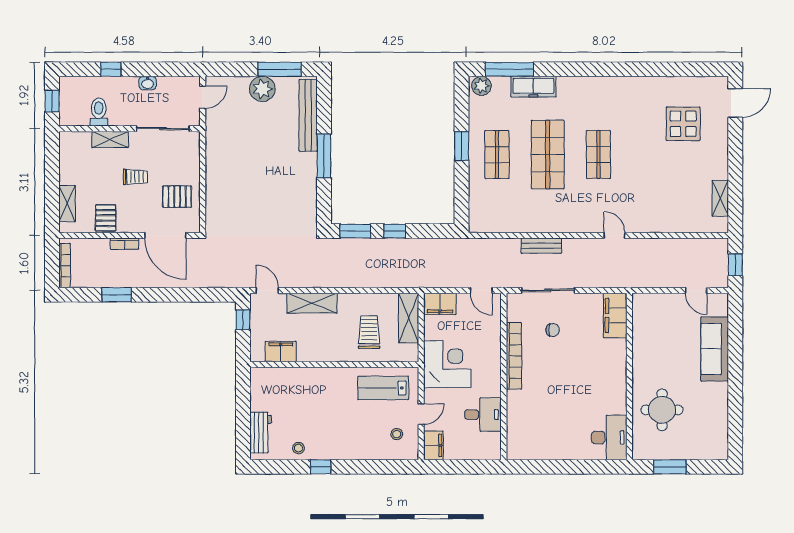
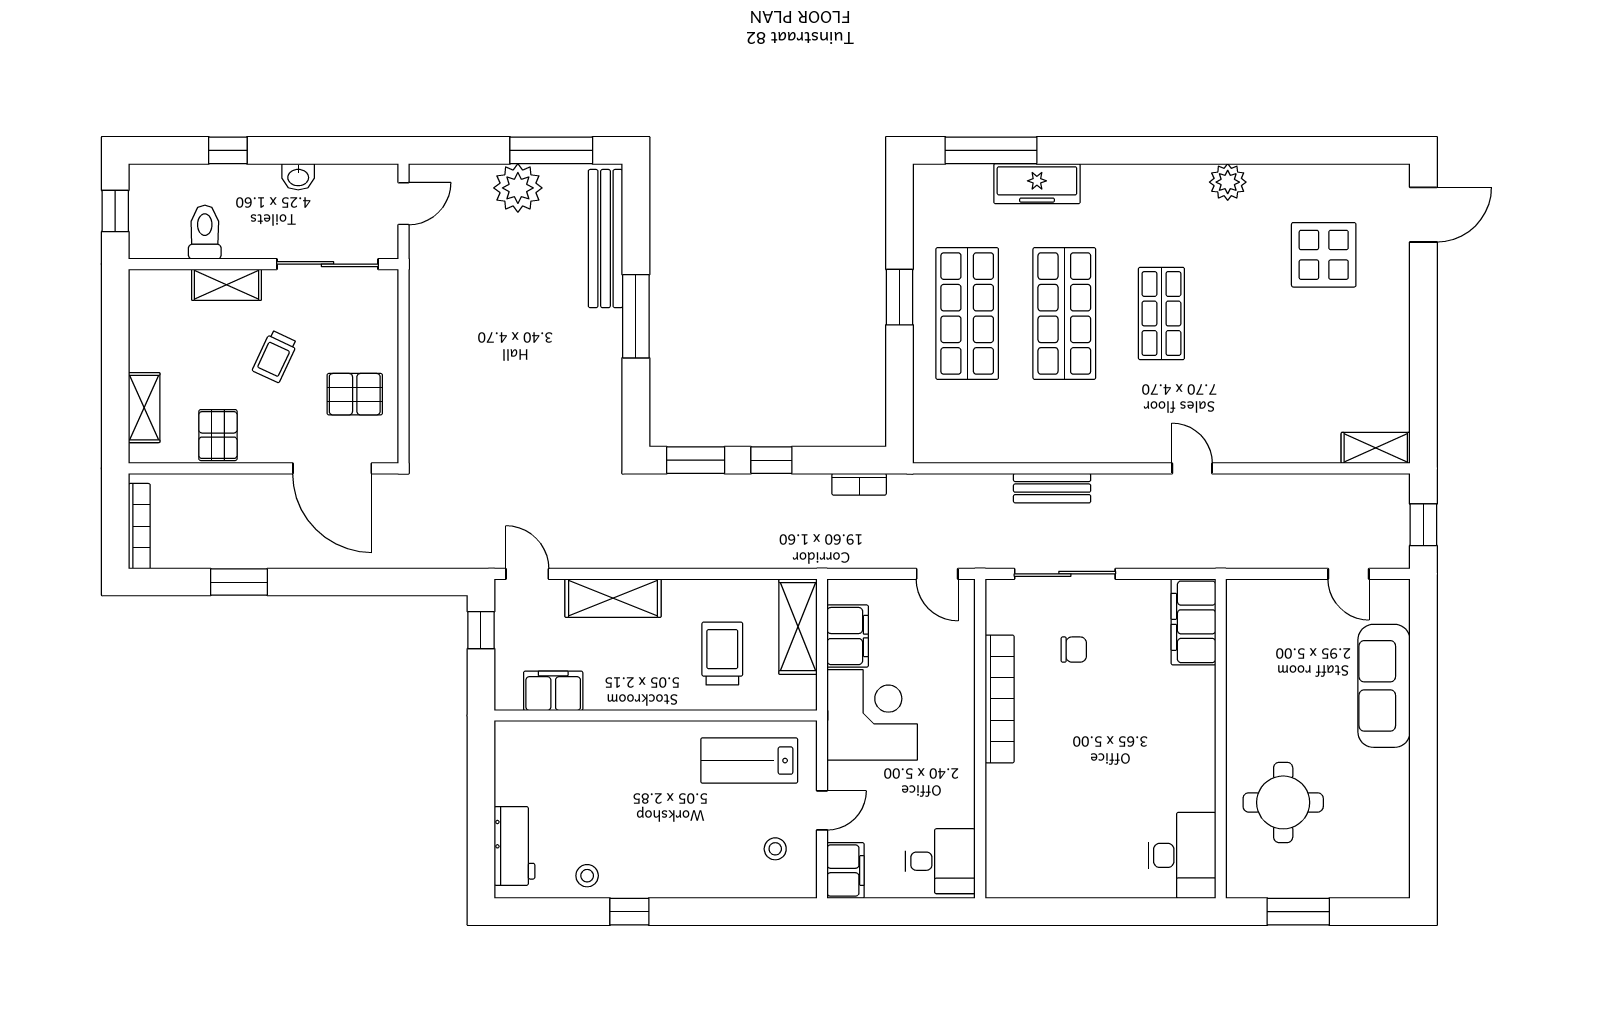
plant: (481, 86) -> (1228, 182), moved
shop shelf: (497, 154) -> (967, 314), width x1.43, depth x1.36
trolley: (135, 177) -> (275, 356), turned 115
shelving: (720, 198) -> (1376, 448), moved, turned 90
bookcase: (124, 244) -> (859, 484), moved
filing cabinet: (440, 304) -> (848, 636), moved, turned -90
desk: (483, 415) -> (940, 861), moved

